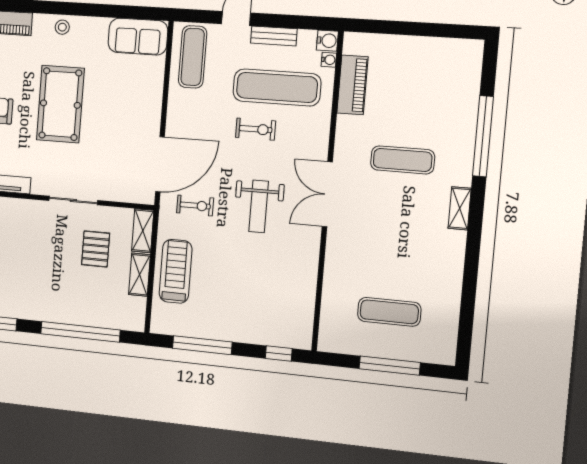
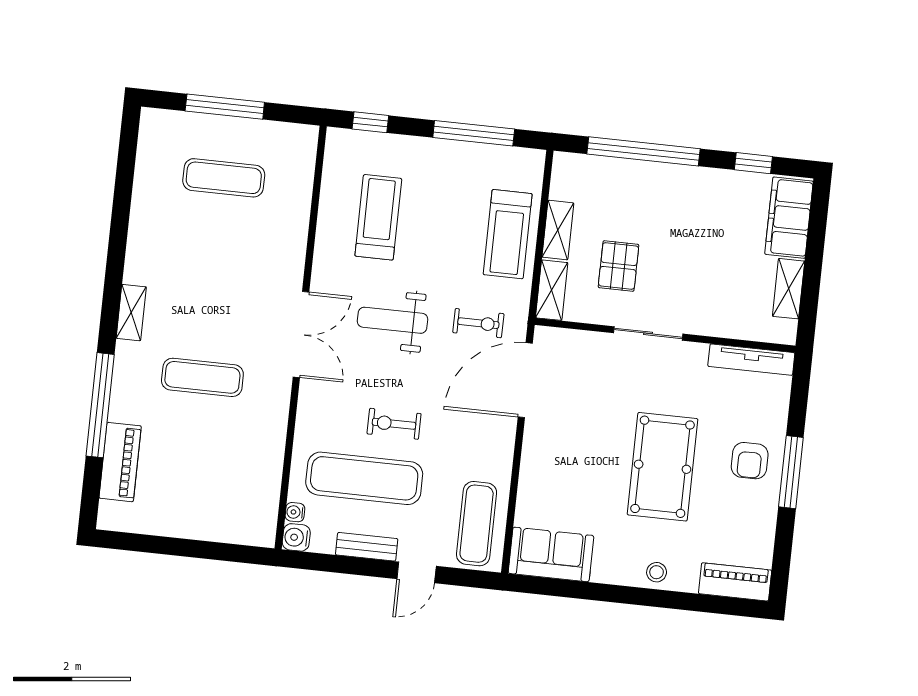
piano: (352, 85) -> (120, 462), moved, turned 180
exercise bike: (195, 206) -> (478, 323), turned 180
weight bench: (259, 206) -> (392, 320), turned -90
treadmill: (271, 283) -> (378, 217), added

